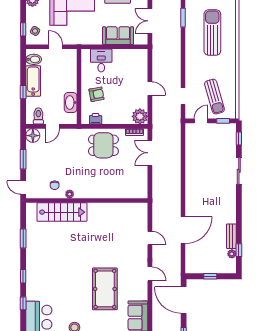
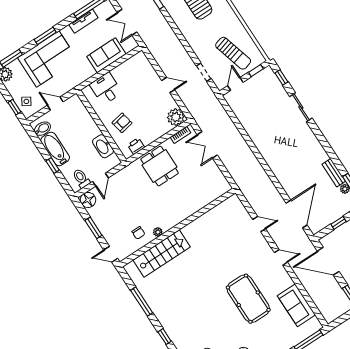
dining table: (103, 145) -> (160, 166), turned 90
door: (183, 230) -> (297, 214), moved
window: (23, 238) -> (142, 302), width x1.44

